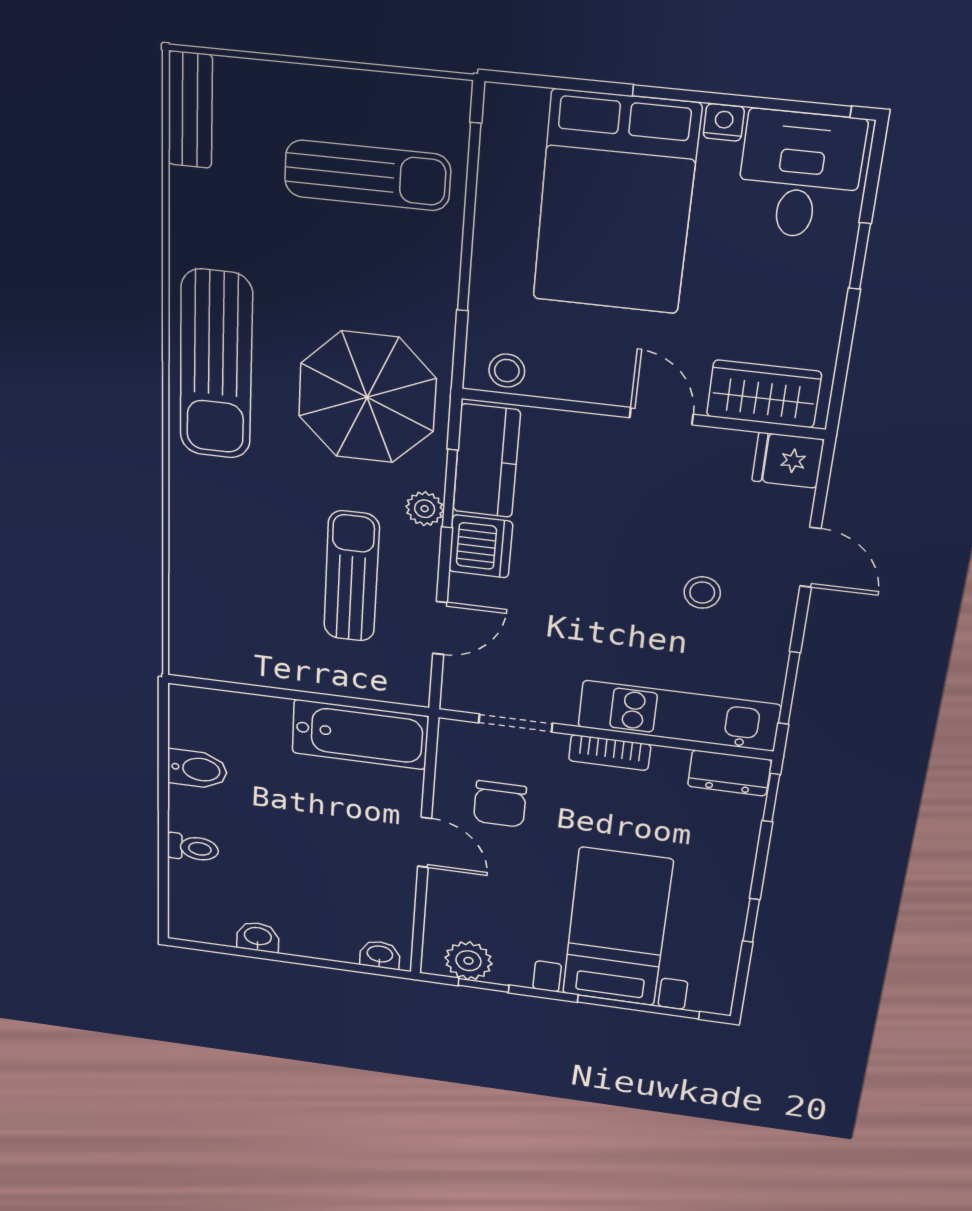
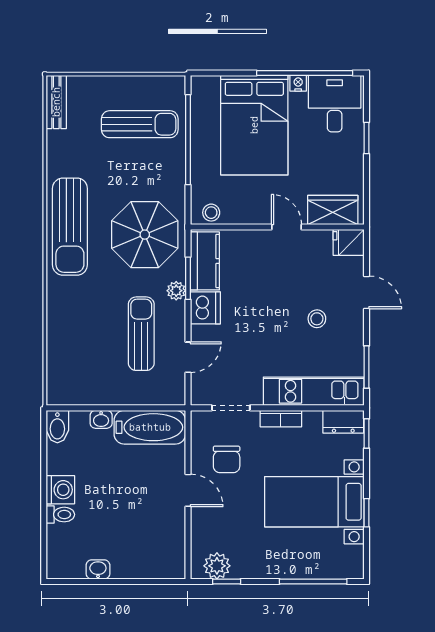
bidet: (197, 769) -> (57, 427), moved, turned 90
washing machine: (193, 811) -> (60, 490), added
bed with nightstands: (617, 927) -> (314, 502), moved, turned -90
washbasin: (380, 955) -> (101, 419), moved, turned 180

